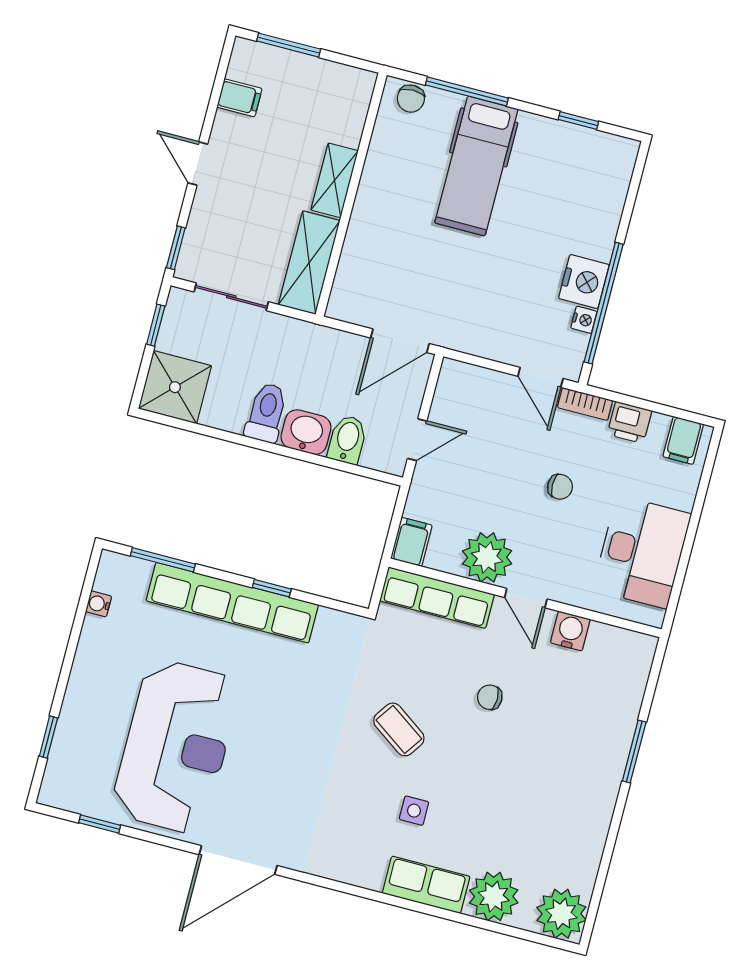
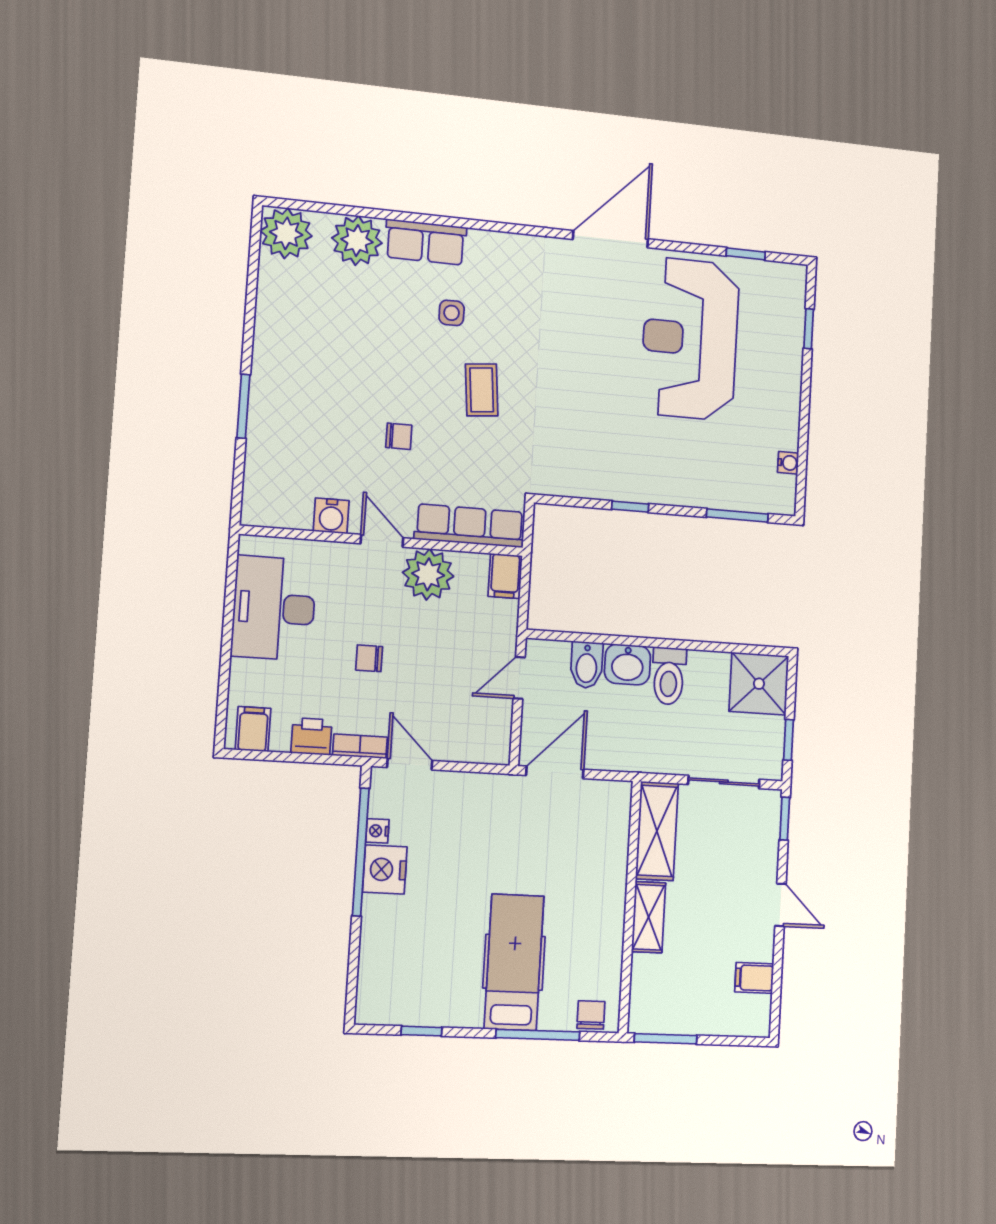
window: (289, 45) -> (666, 1039), moved
row of seats: (232, 603) -> (665, 486), removed
coffee table: (399, 729) -> (482, 390), turned 50

